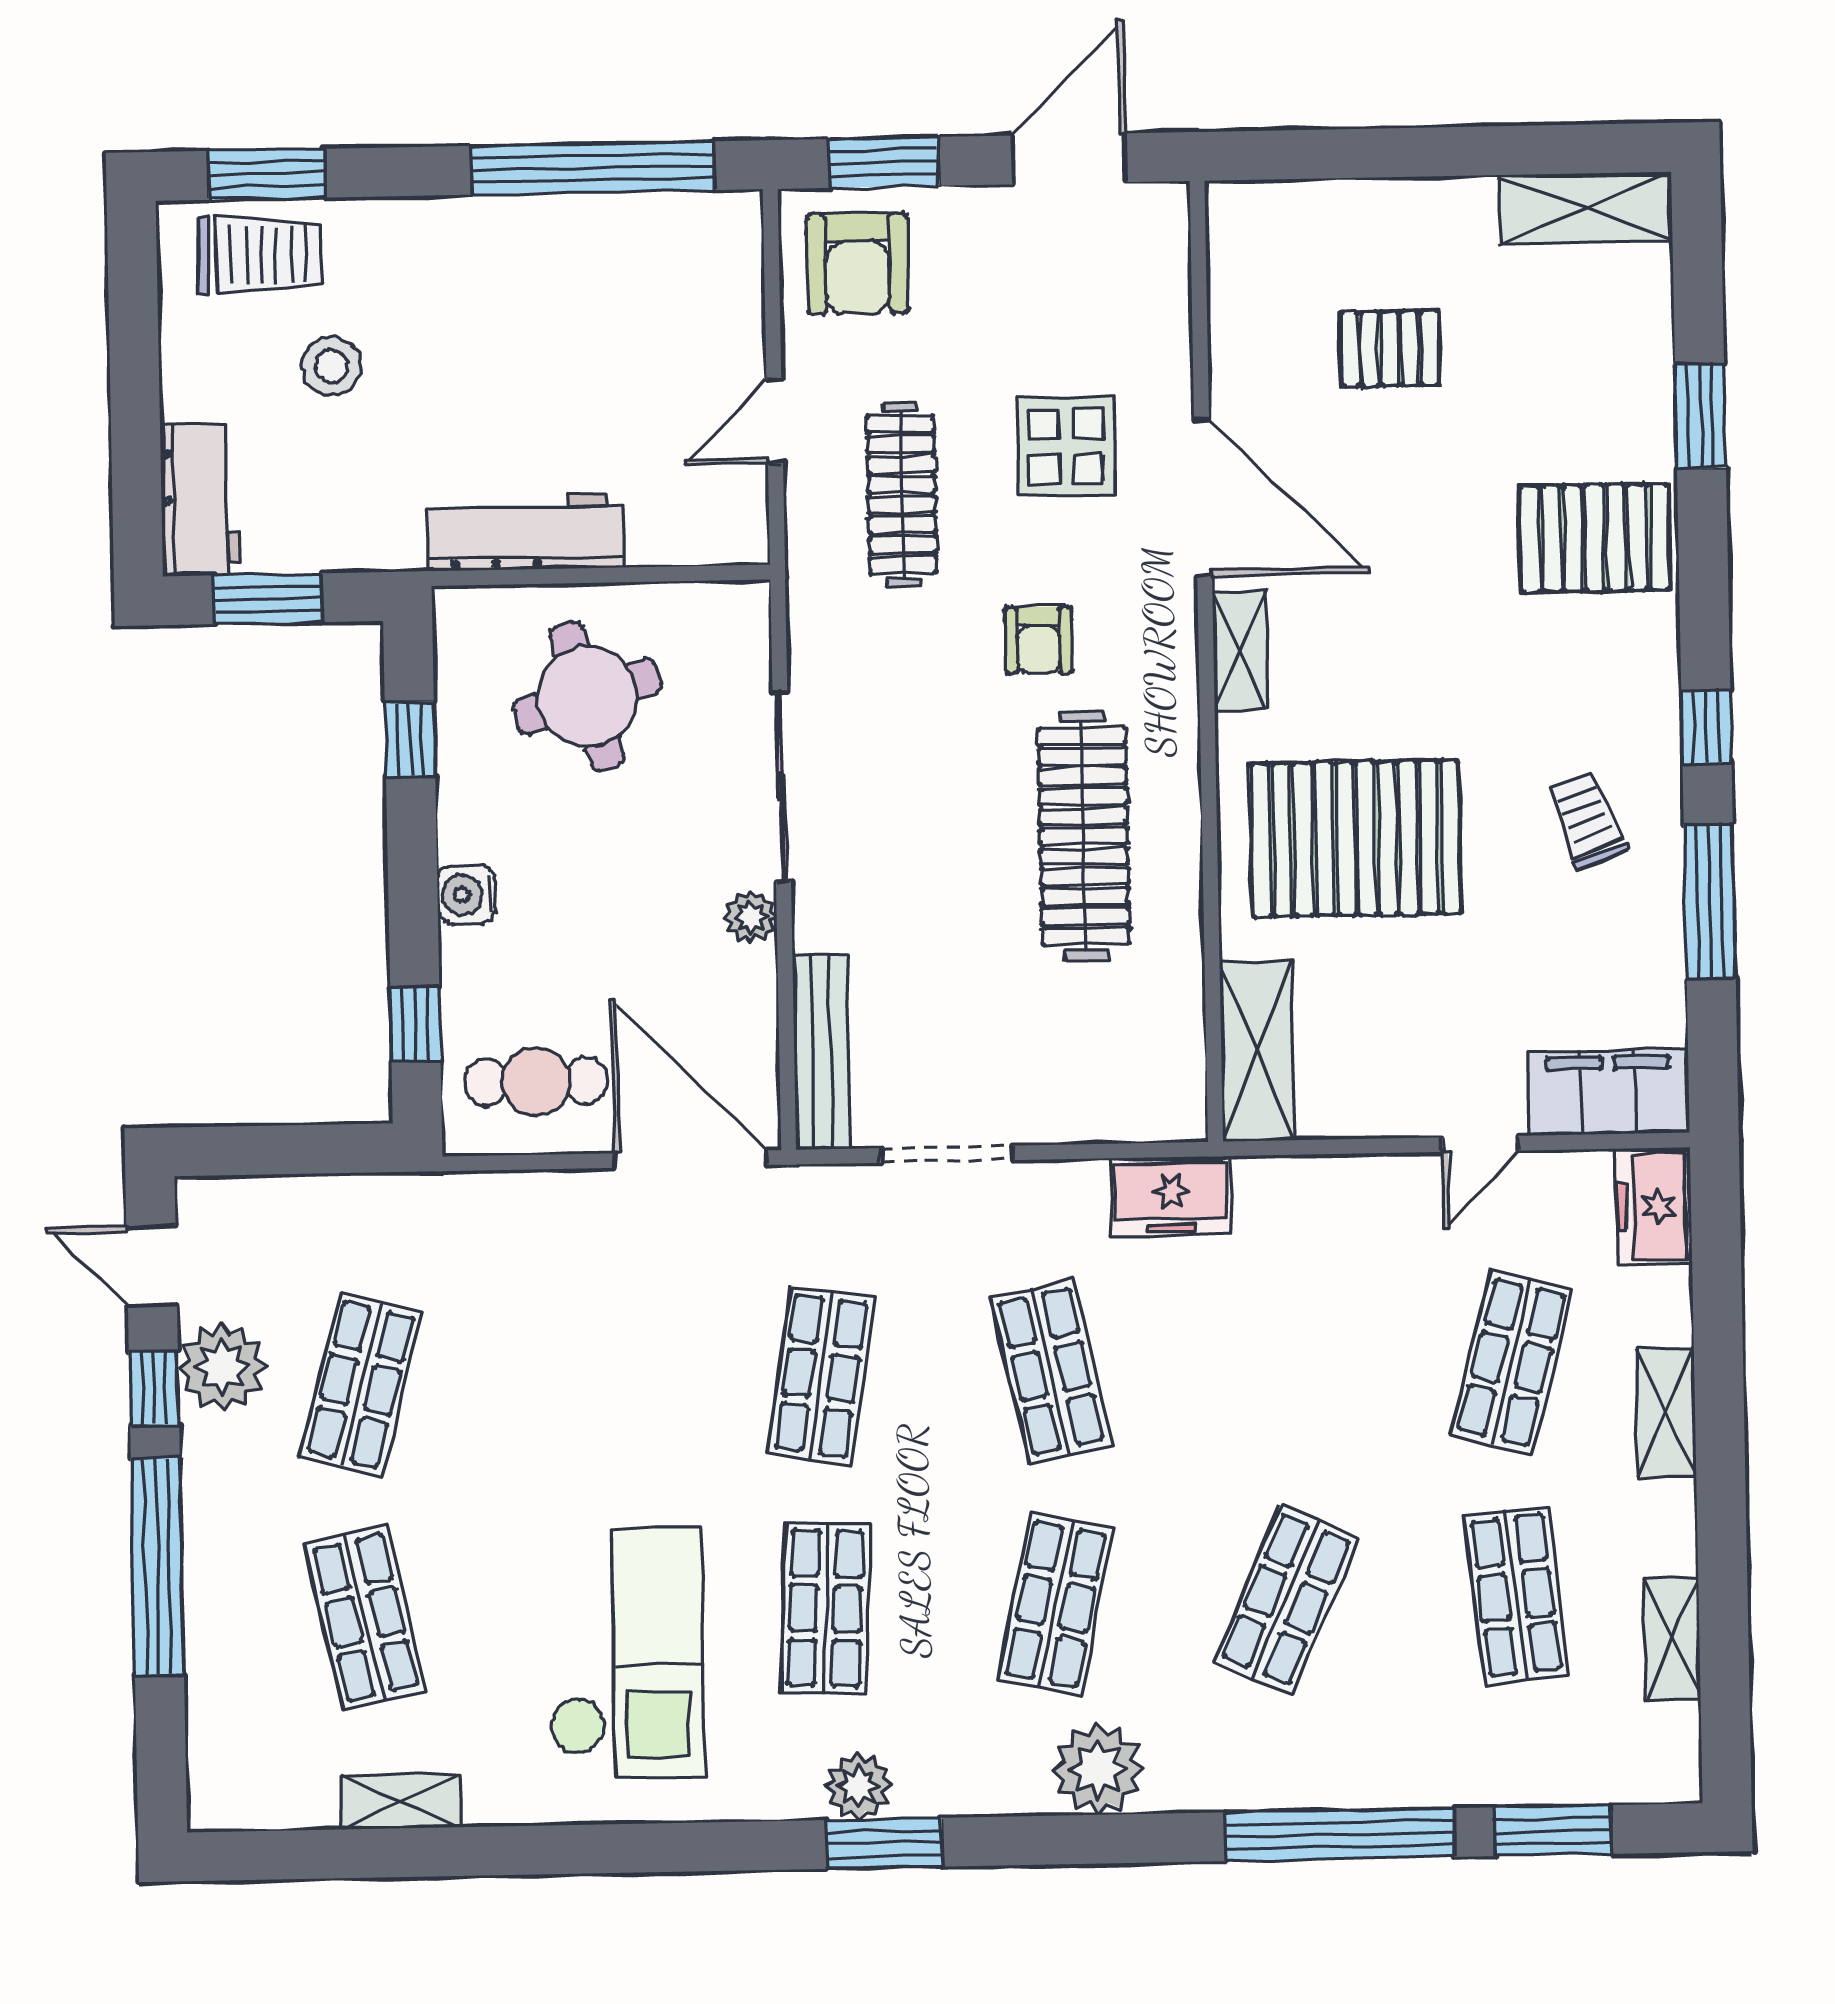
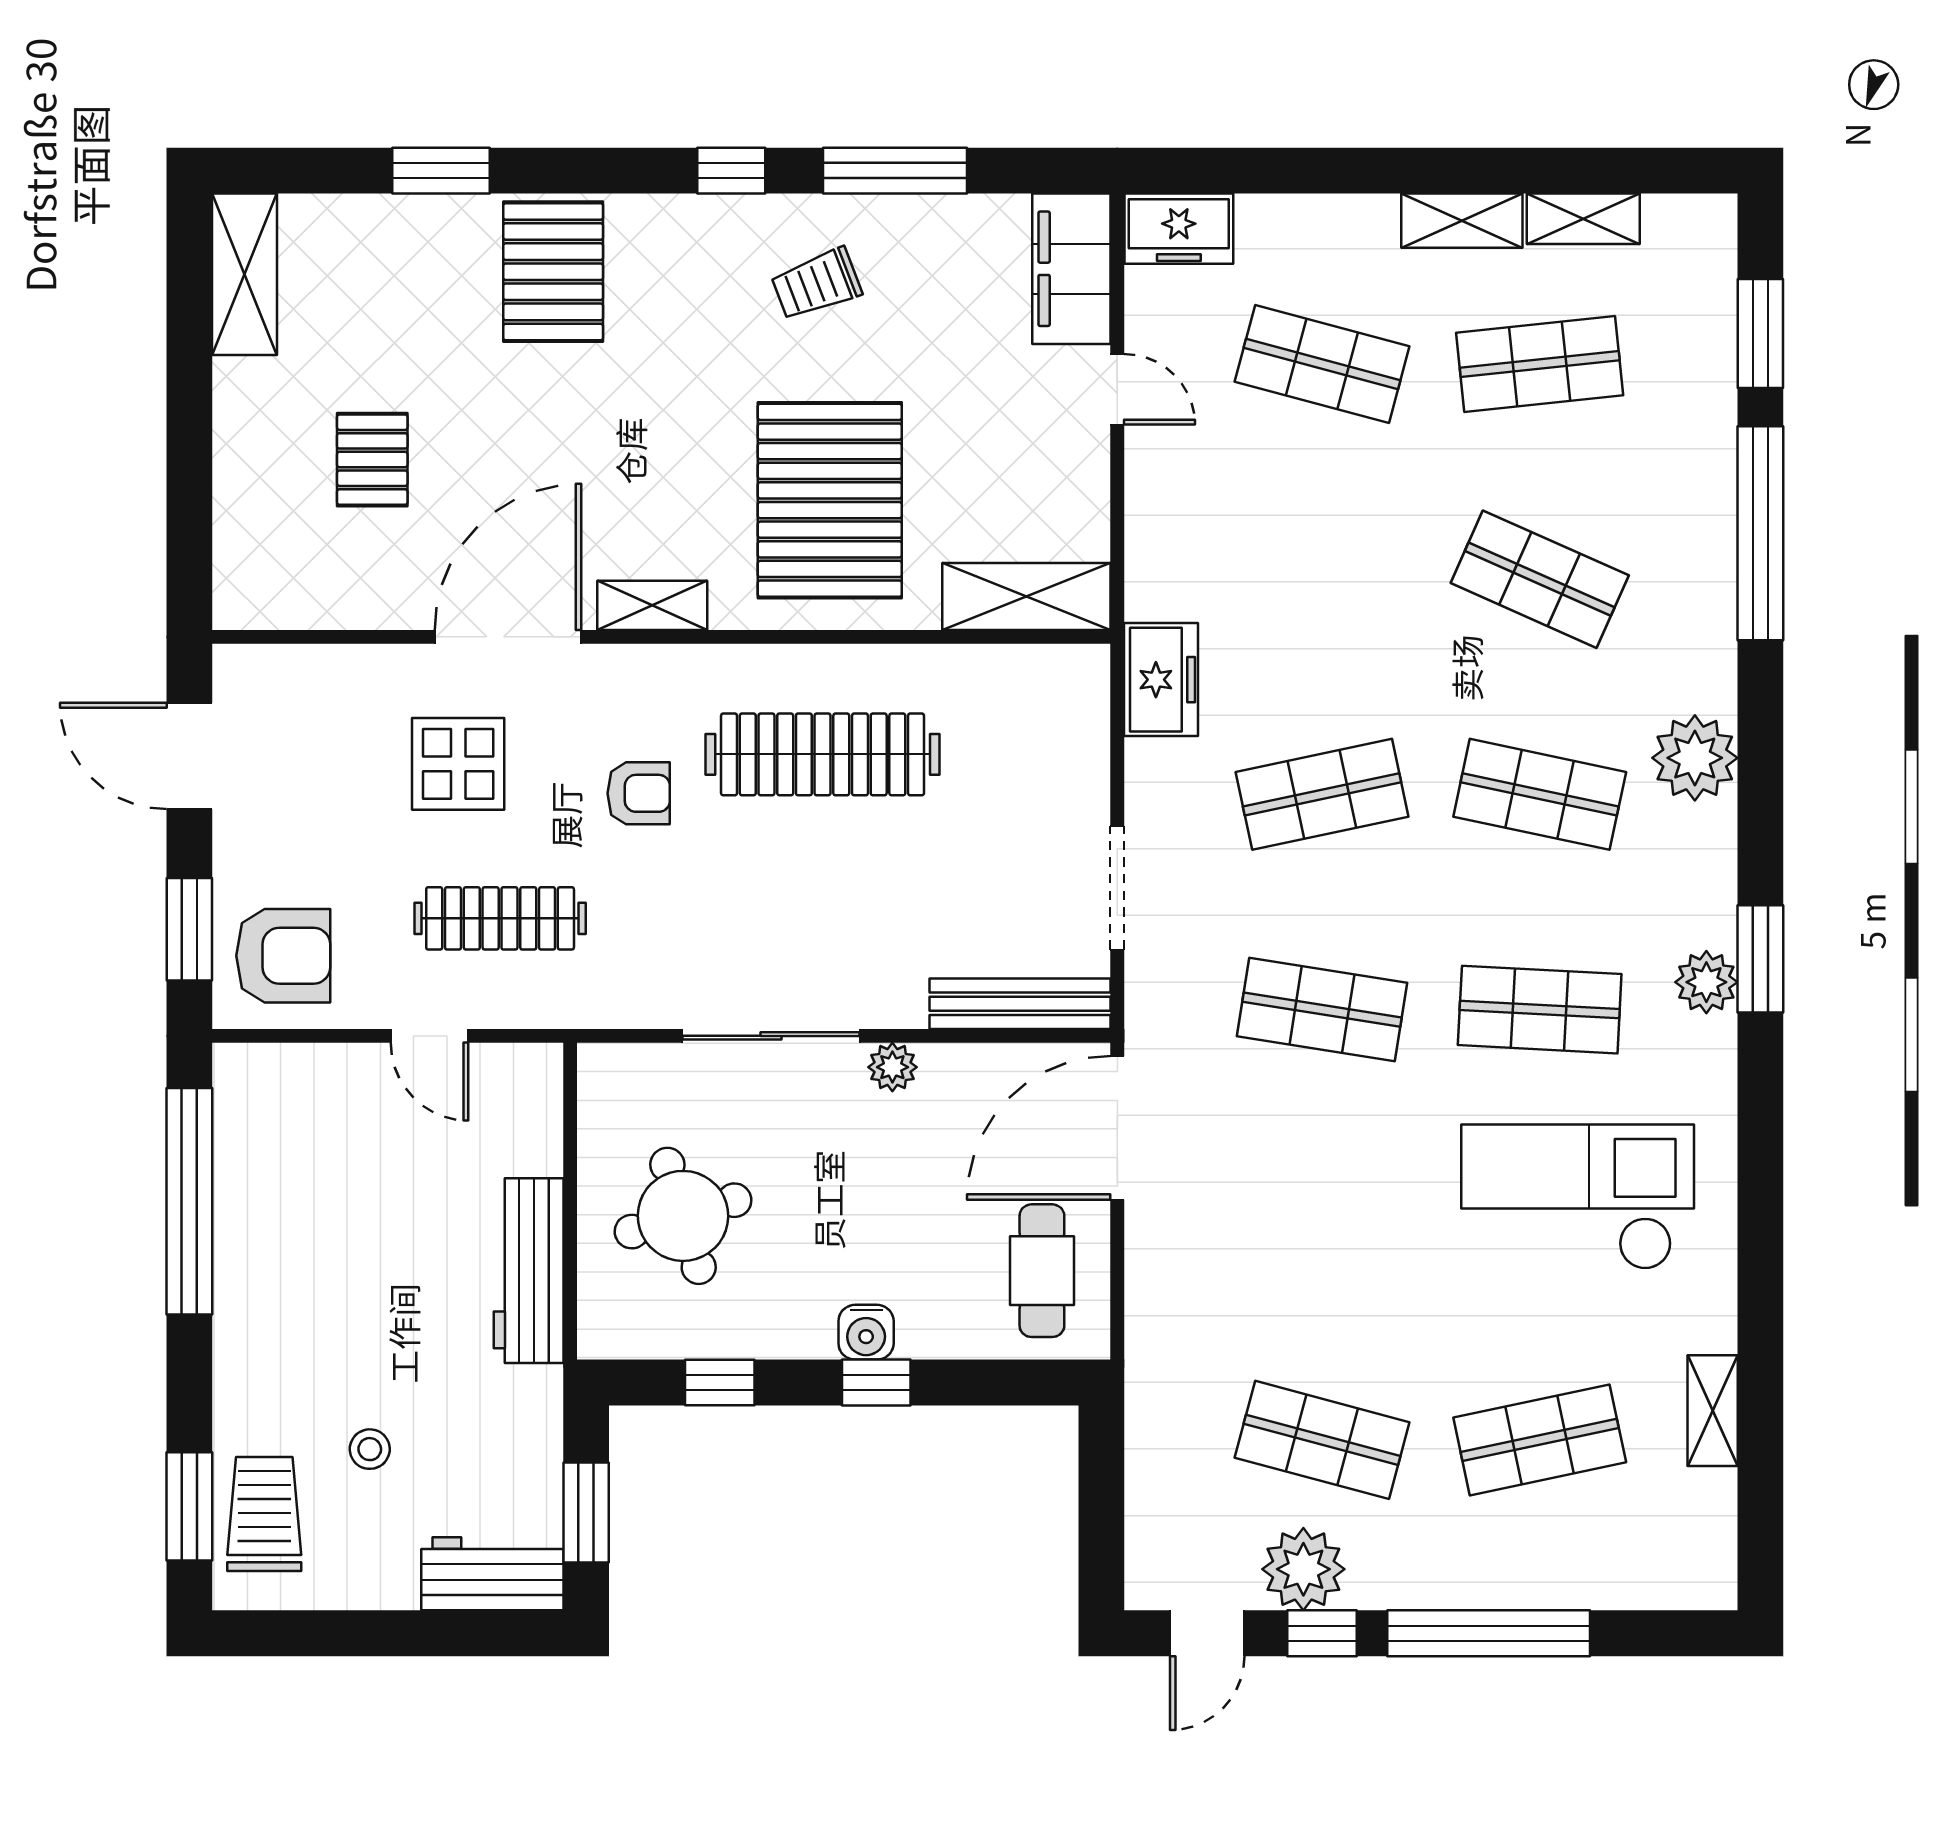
stool: (331, 366) -> (370, 1449), width x0.73, depth x0.73
window: (415, 1024) -> (876, 1382), moved
shelving: (1666, 1413) -> (1462, 221), moved

